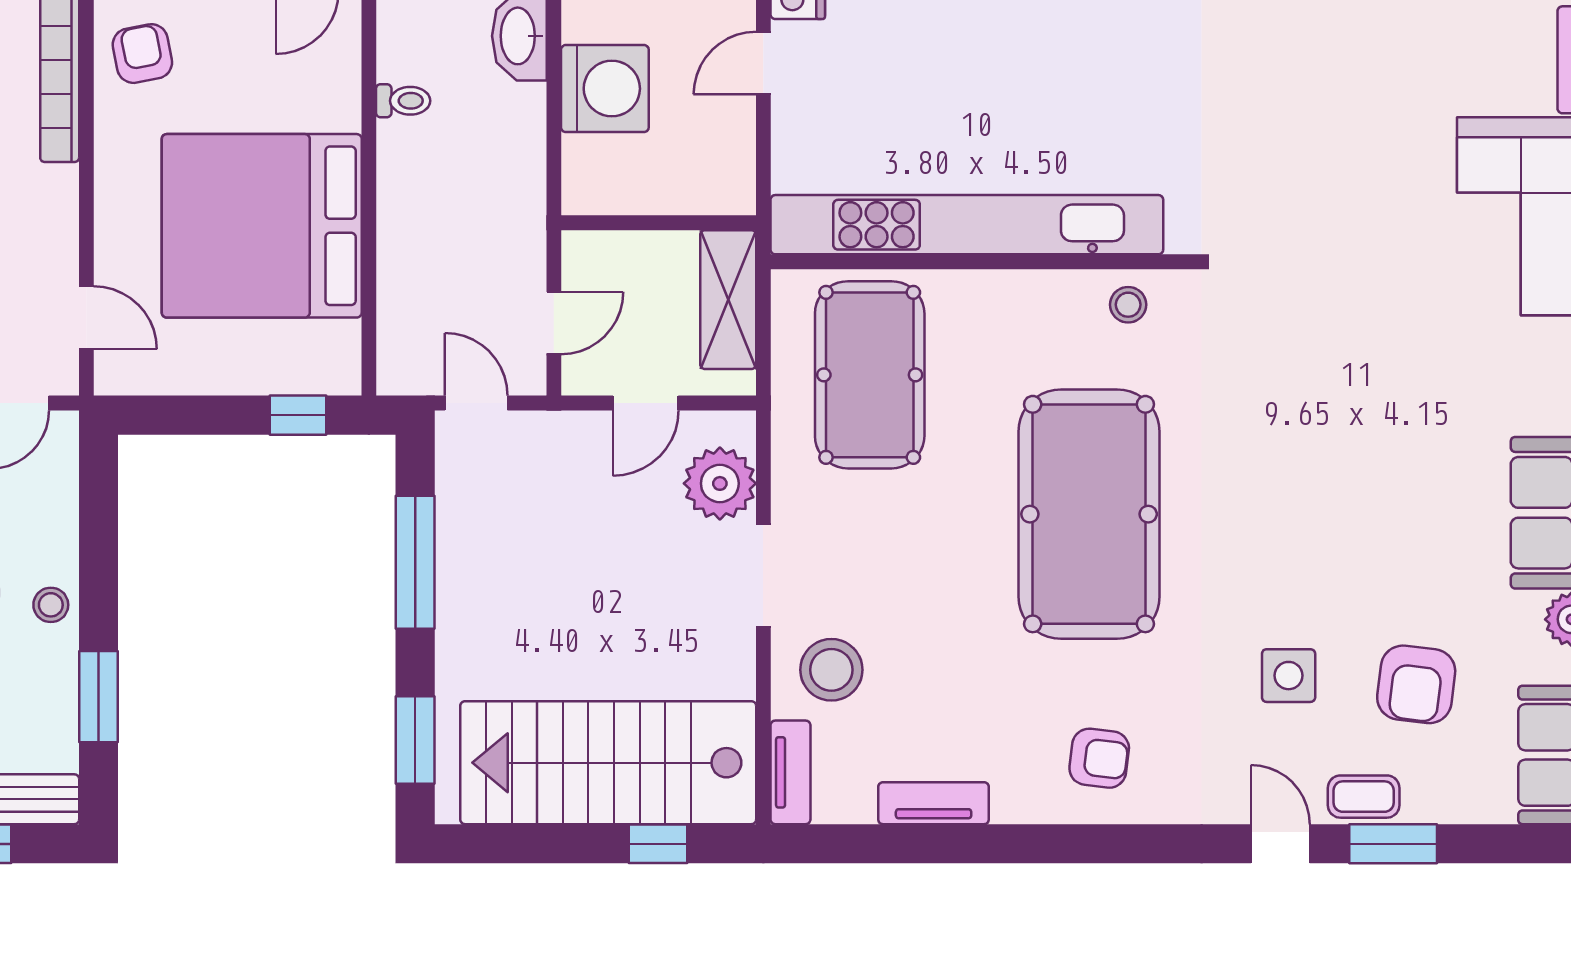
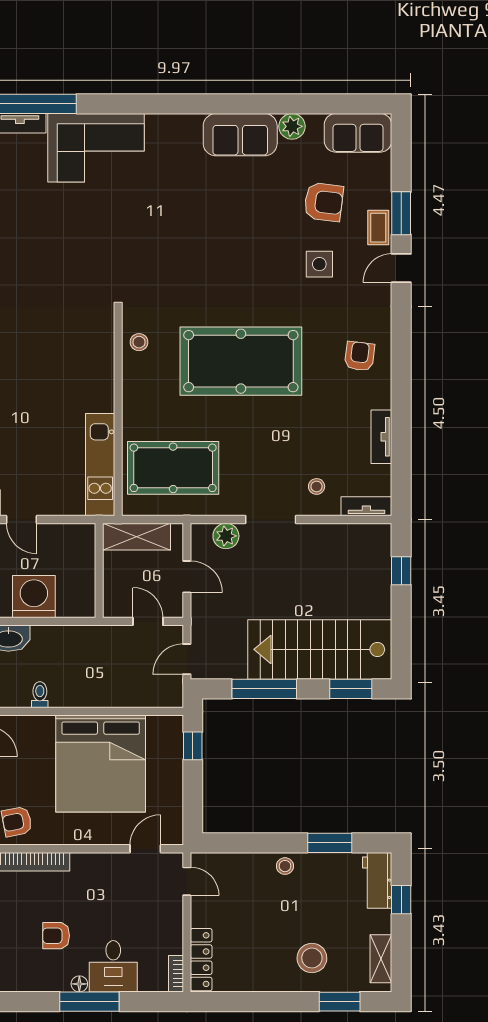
kitchen unit: (967, 225) -> (100, 465), width x0.54
plant: (720, 483) -> (226, 536), width x0.73, depth x0.73
stool: (831, 670) -> (317, 486), width x0.53, depth x0.53
stairs: (608, 763) -> (320, 649), moved, turned 90

